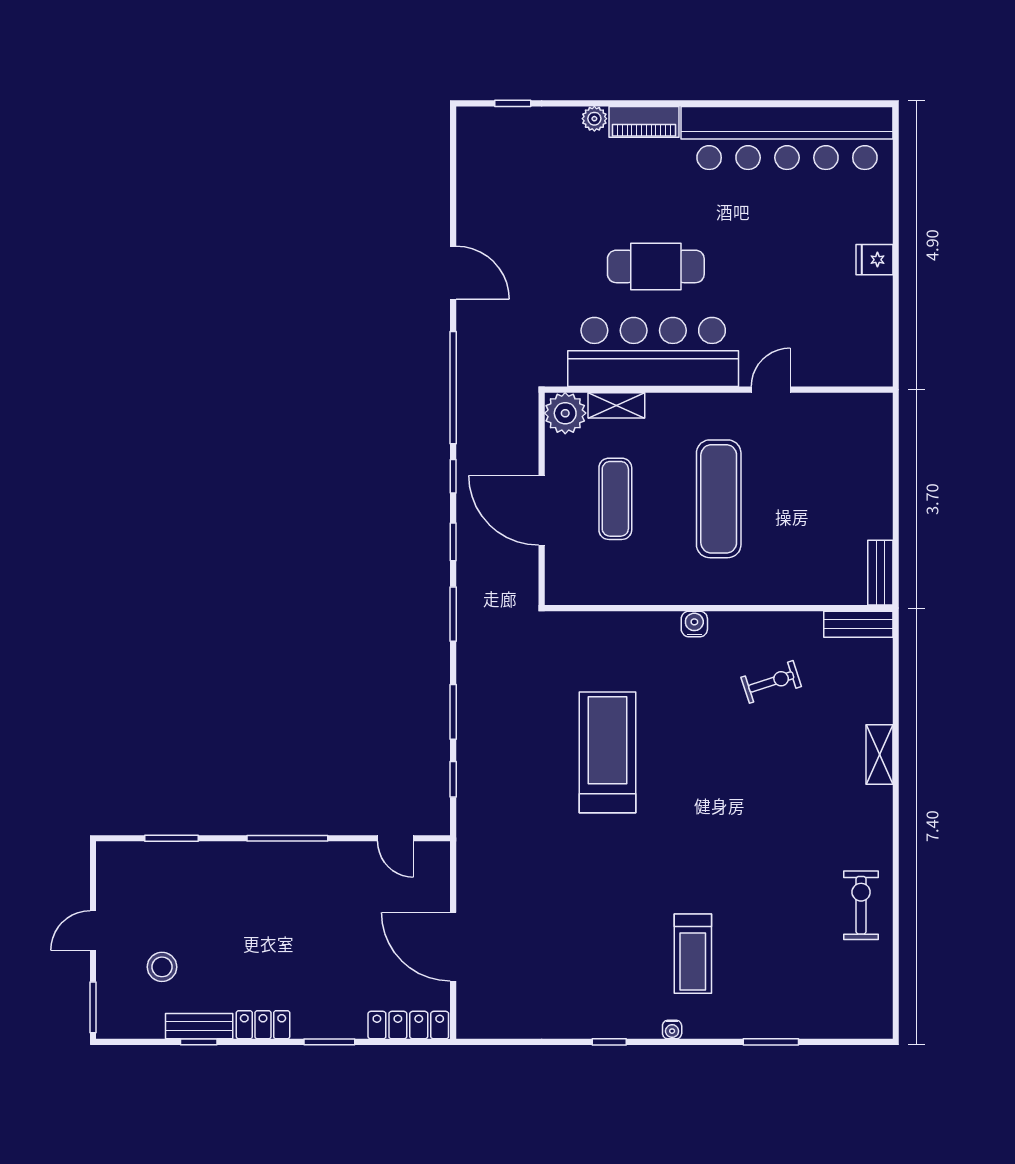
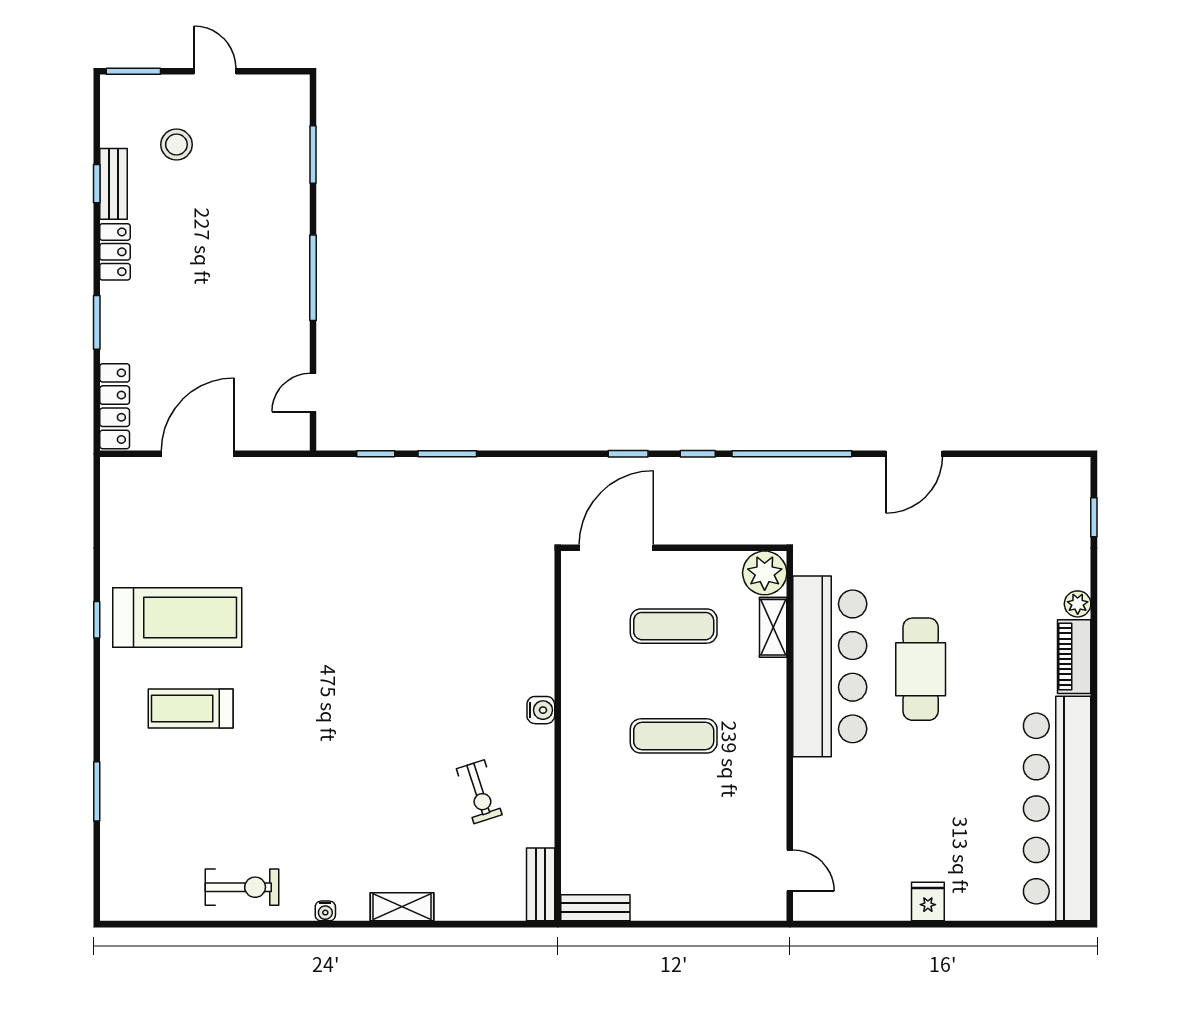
door: (771, 390) -> (790, 870), moved
exercise mat: (719, 499) -> (674, 736), width x0.73, depth x0.69
door: (542, 510) -> (616, 548), moved
window: (453, 614) -> (551, 454), removed
treadmill: (608, 752) -> (177, 618), moved
water cooler: (672, 1030) -> (325, 911), moved, turned -90

